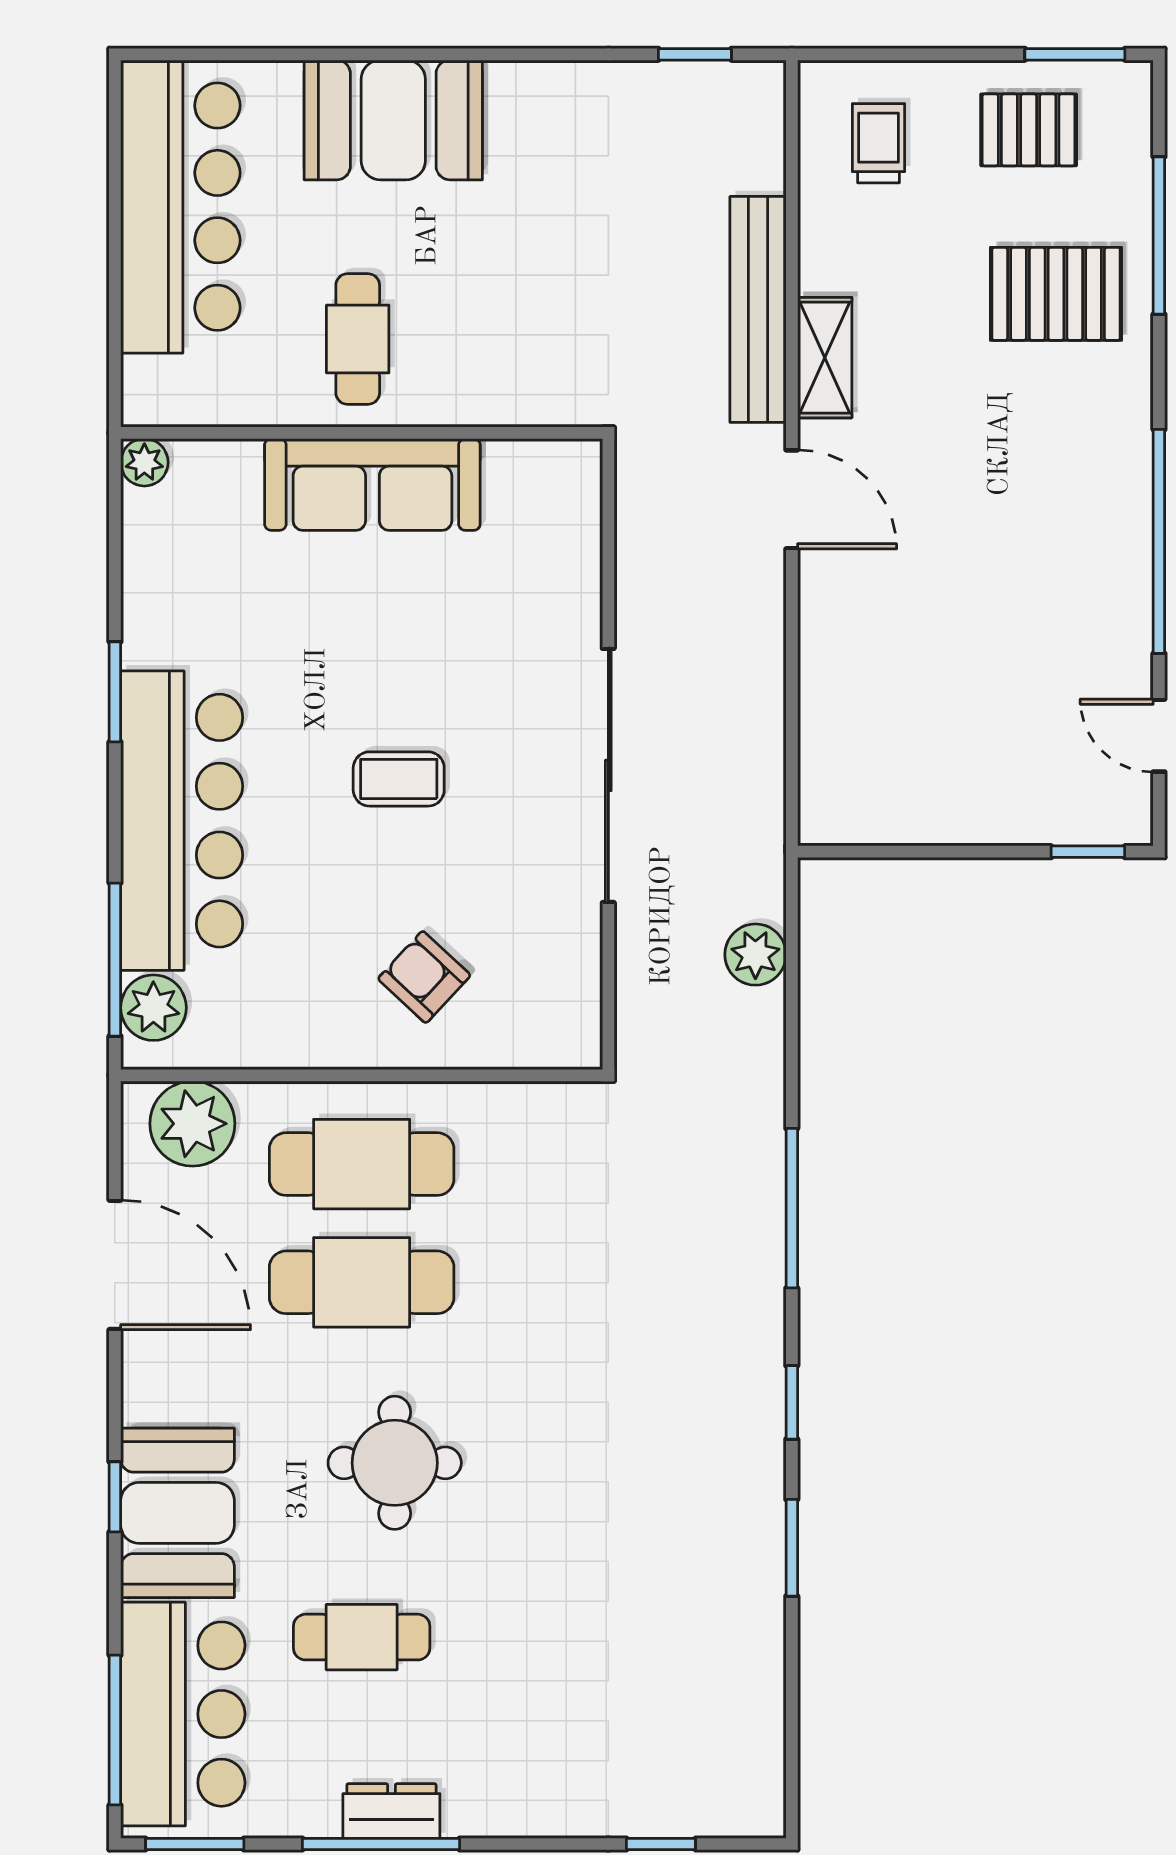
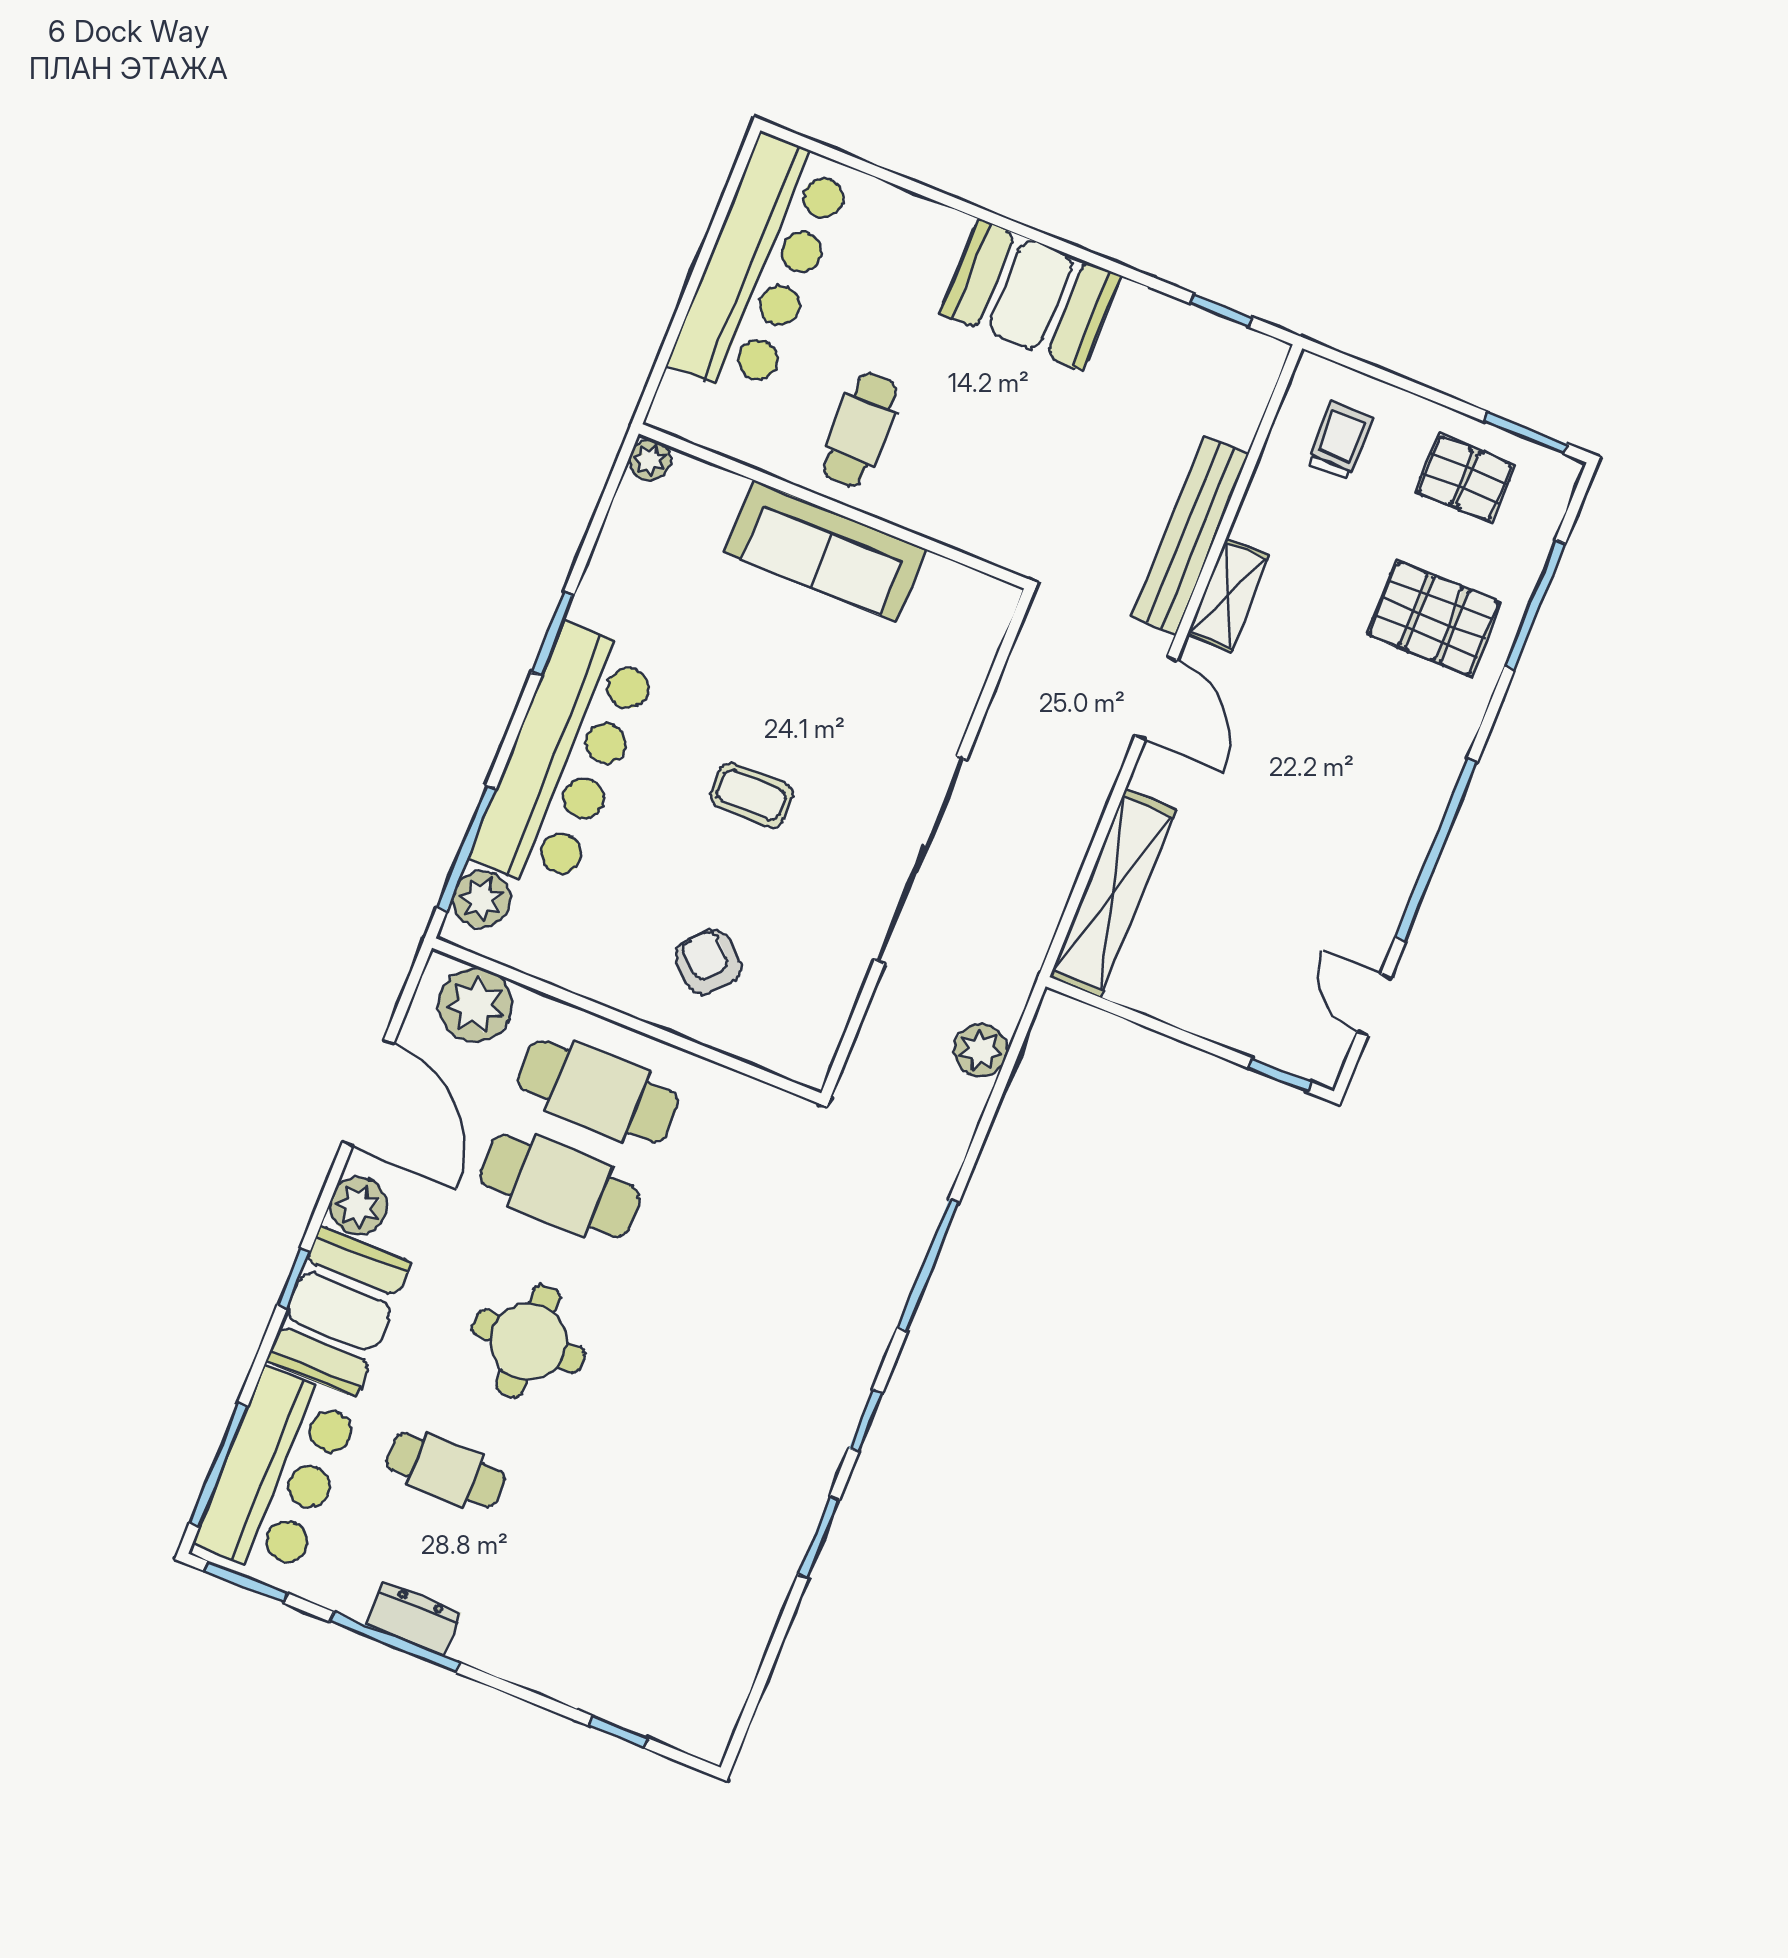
booth: (393, 120) -> (1031, 295), moved
shelving: (830, 729) -> (1113, 893), added
plant: (154, 1391) -> (359, 1206), added

